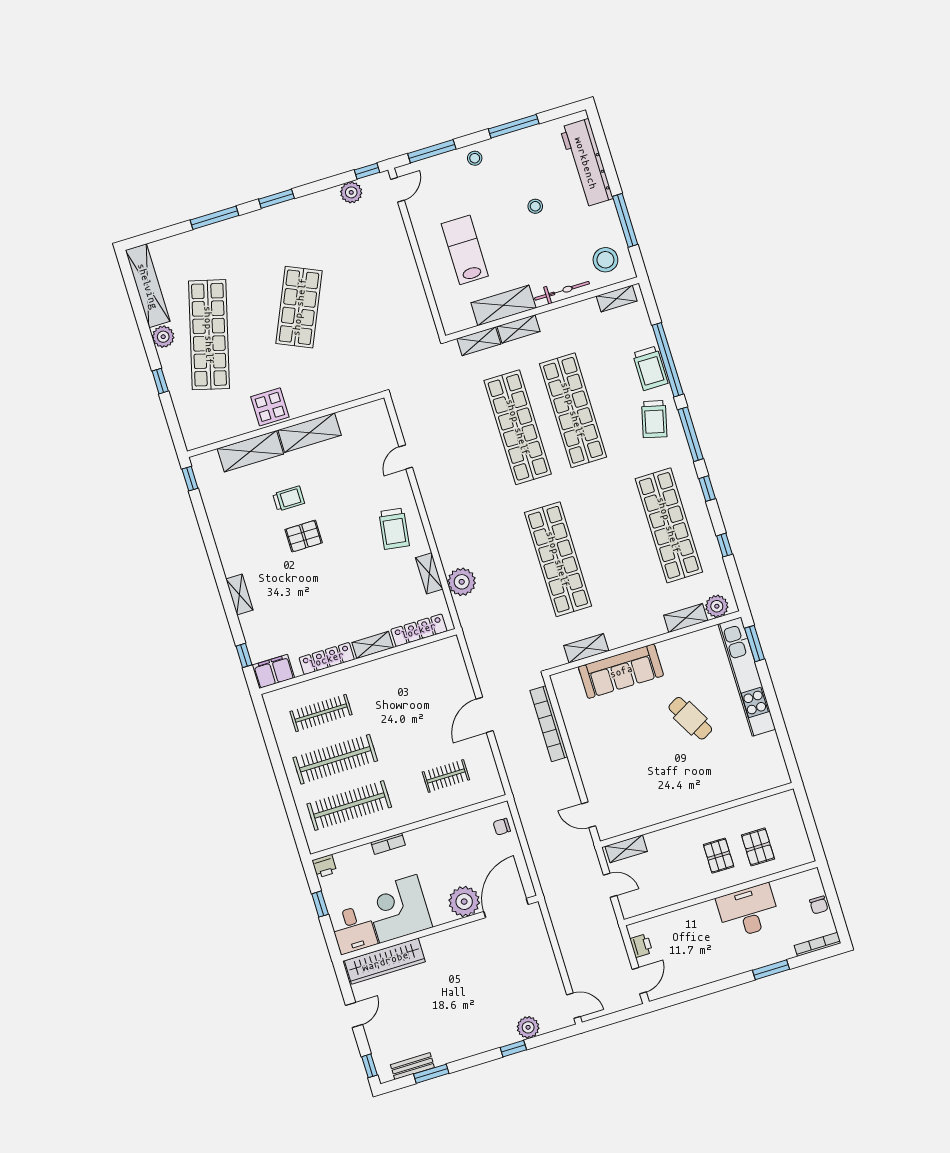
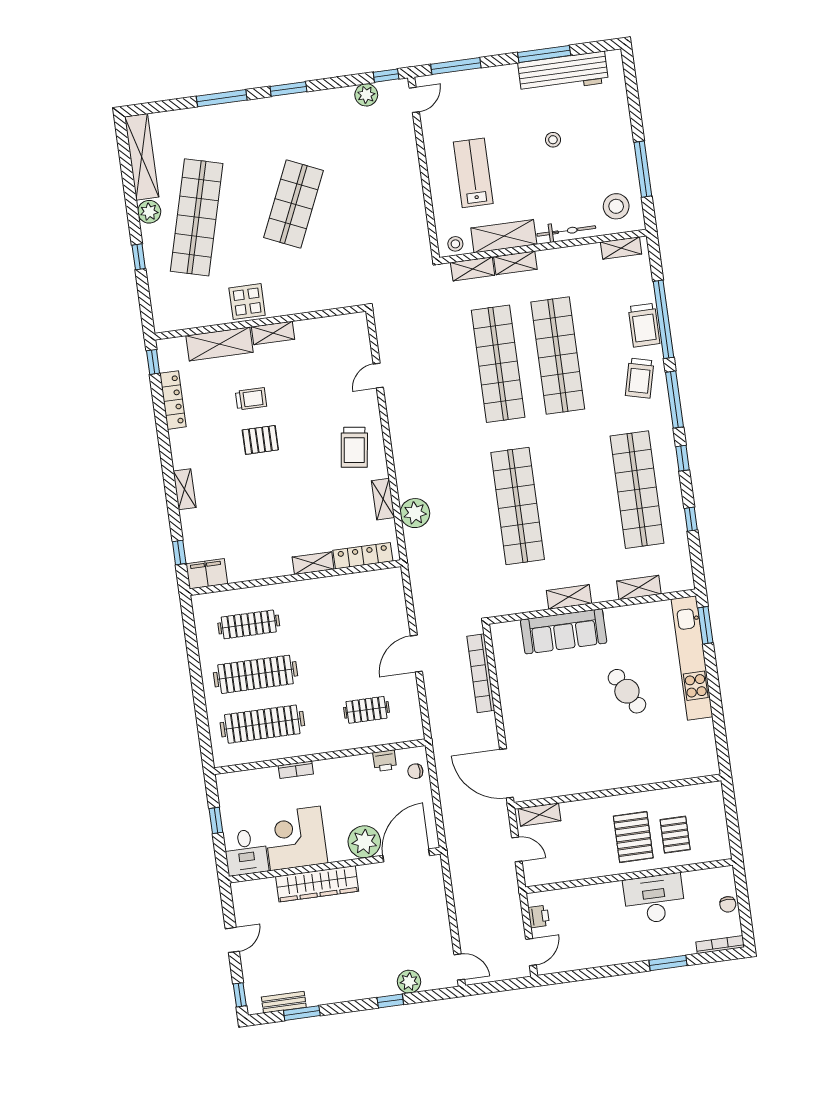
stool: (475, 158) -> (455, 244), moved
workbench: (586, 163) -> (563, 73), moved, turned -90
shelving: (310, 433) -> (273, 333), width x0.67, depth x0.75
plant: (717, 606) -> (673, 581), removed
shelving: (586, 648) -> (569, 597), moved
locker: (327, 659) -> (173, 400), moved, turned 90
door: (589, 815) -> (506, 773), width x1.88
pallet: (719, 856) -> (633, 837), width x1.50, depth x1.42
printer: (324, 866) -> (385, 761), moved
wardrobe: (385, 961) -> (317, 884), moved

